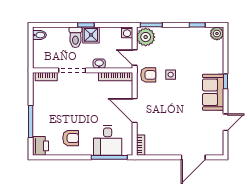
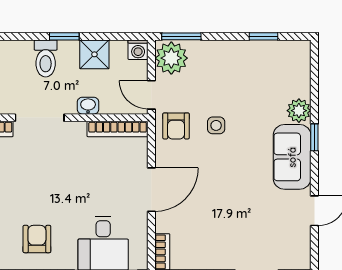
plant: (217, 33) -> (299, 111), moved
shower: (91, 35) -> (94, 54), moved
armchair: (148, 75) -> (176, 126), turned 90
door: (135, 110) -> (151, 190), swing flipped
armchair: (71, 138) -> (37, 239), turned -90

